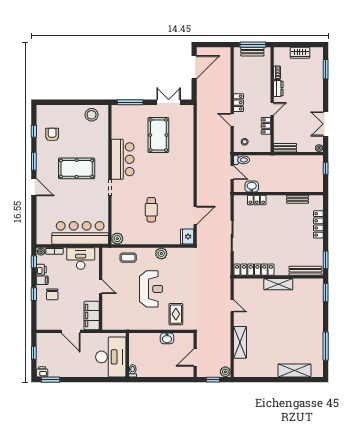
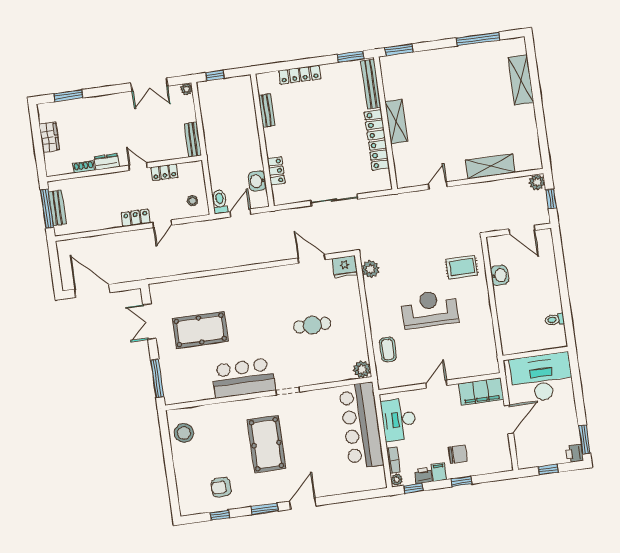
plant: (161, 253) -> (370, 269), moved
locker: (254, 270) -> (377, 140), moved
wall: (127, 355) -> (535, 353), moved
desk: (111, 357) -> (542, 378), moved

